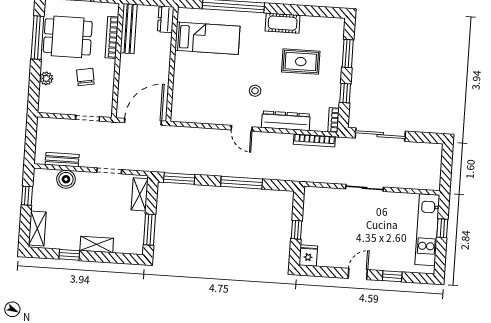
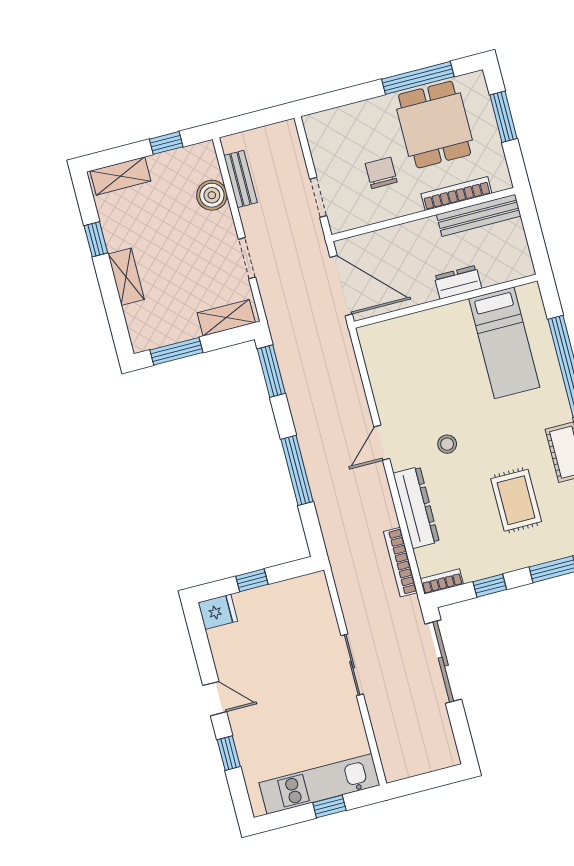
dresser: (166, 19) -> (458, 282), moved
chair: (85, 77) -> (381, 173), turned -80
plant: (46, 78) -> (359, 113), removed

